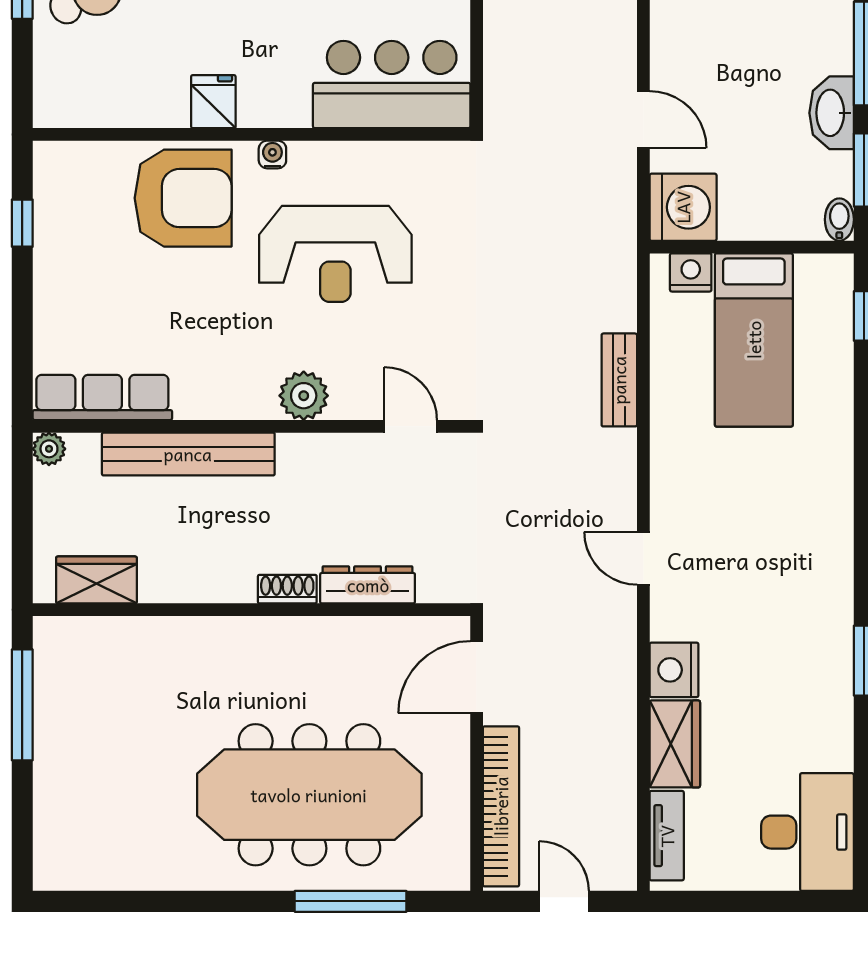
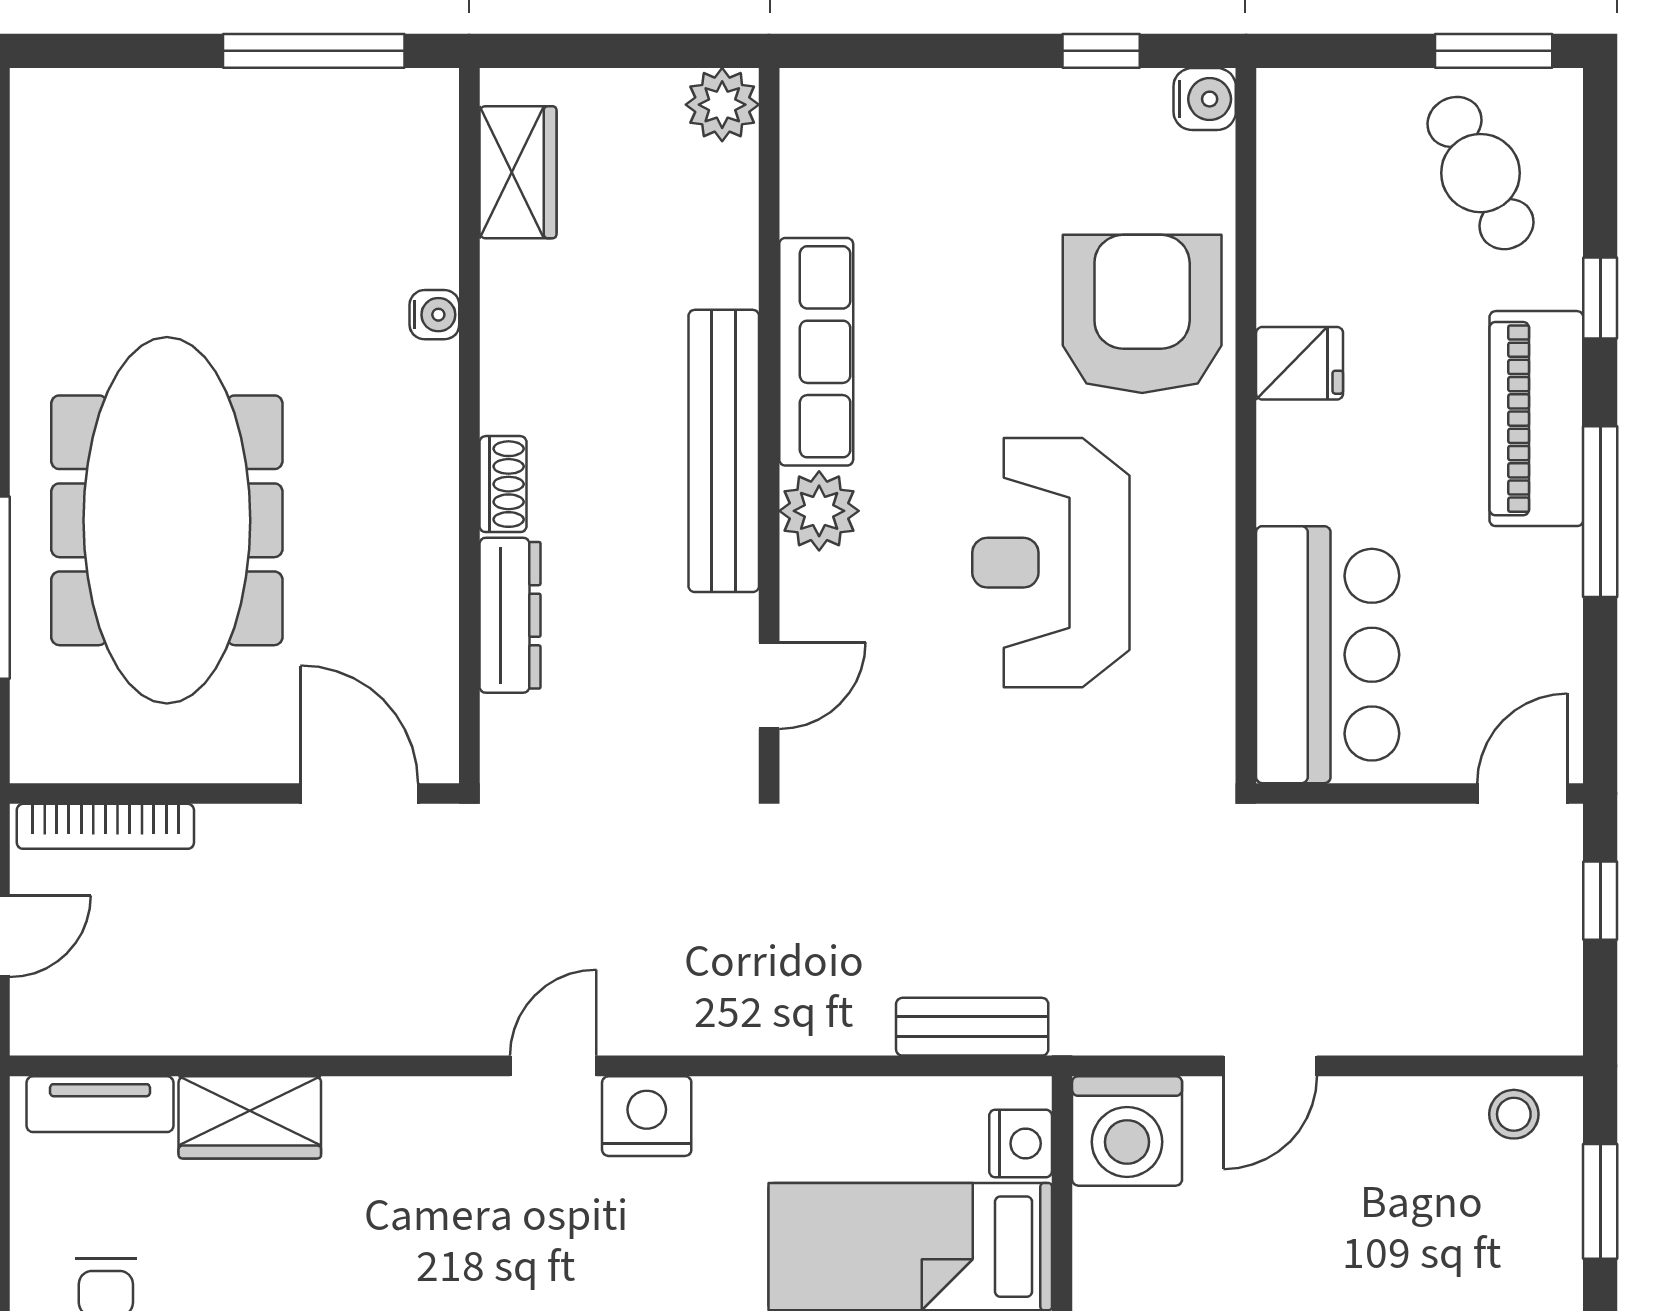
water cooler: (272, 155) -> (1205, 99), moved, width x1.38, depth x1.38
armchair: (183, 198) -> (1142, 314), turned 180
bench: (619, 380) -> (972, 1027), moved
row of seats: (102, 397) -> (816, 352), moved
plant: (49, 449) -> (722, 105), width x1.38, depth x1.38
bench: (188, 454) -> (724, 451), moved
water cooler: (184, 631) -> (434, 315), added
nightstand: (674, 670) -> (647, 1116), moved
bookcase: (501, 806) -> (105, 826), width x0.68, depth x0.76

